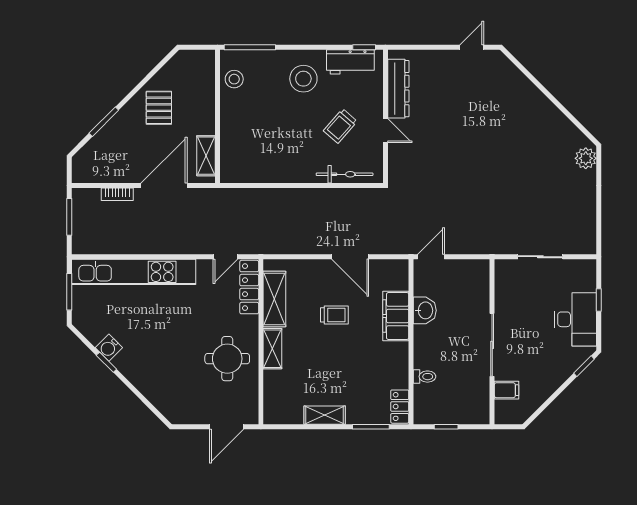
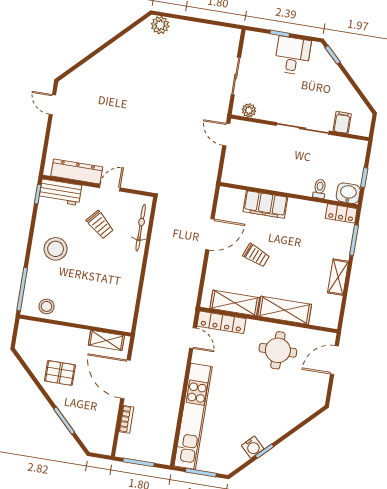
workbench: (350, 62) -> (60, 192), moved, turned 90
door: (431, 257) -> (226, 135), moved
plant: (503, 279) -> (249, 110), added
washbasin: (425, 310) -> (348, 193), moved
trolley: (334, 315) -> (256, 255), turned 112
desk: (575, 319) -> (293, 56), width x0.73
shelving: (272, 349) -> (285, 310), width x1.50, depth x1.33
door: (227, 427) -> (334, 360), swing flipped

